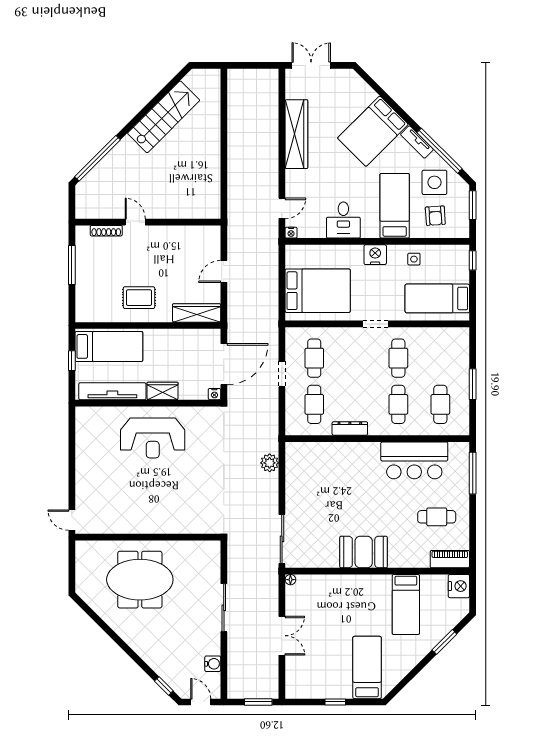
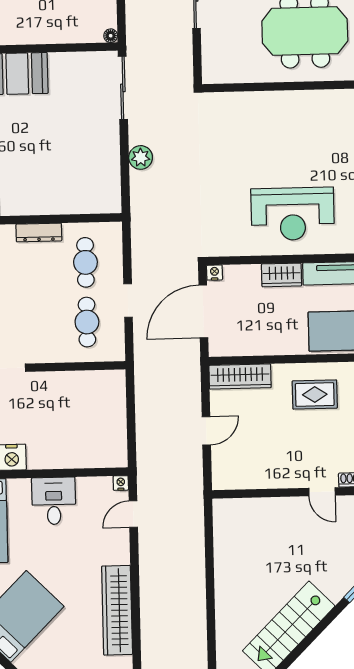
bed: (318, 291) -> (85, 409), removed
reception desk: (153, 438) -> (293, 214), turned 180
plant: (270, 463) -> (141, 157), moved

